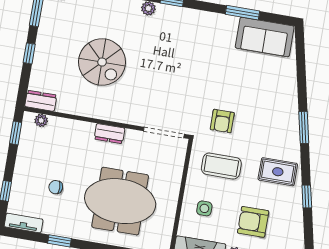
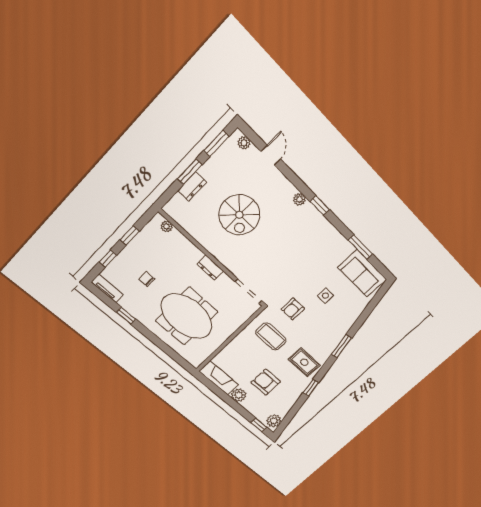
window: (29, 53) -> (190, 172), width x1.50
dresser: (41, 101) -> (192, 186), moved, turned 90
window: (16, 133) -> (130, 235), moved
side table: (204, 208) -> (325, 296), moved

